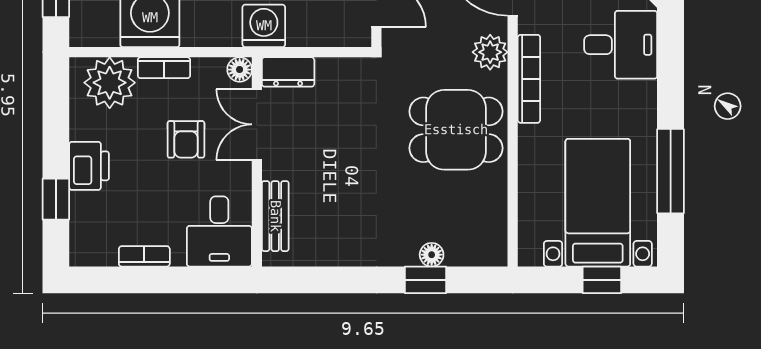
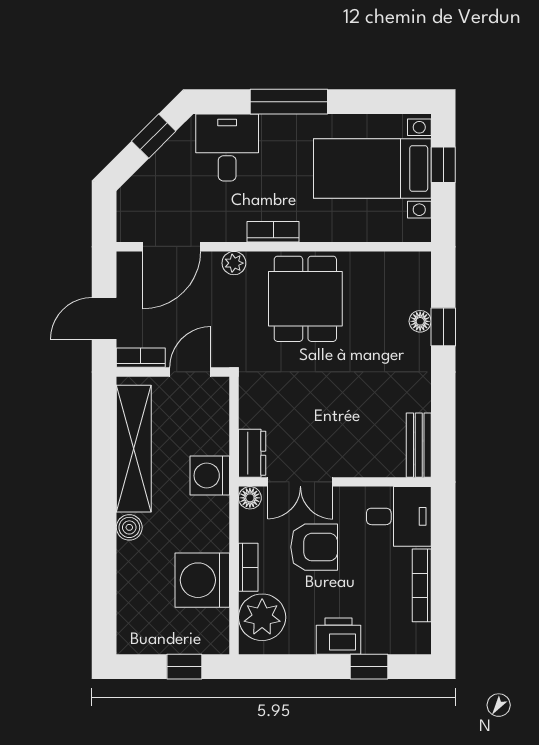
plant: (490, 52) -> (234, 263), width x0.73, depth x0.73
bookcase: (529, 79) -> (273, 232), width x0.64
armchair: (186, 139) -> (314, 547), width x1.38, depth x1.38
window: (671, 171) -> (289, 102), moved
bench: (275, 216) -> (419, 445), moved, turned 90
bookcase: (144, 256) -> (422, 585), width x1.56

